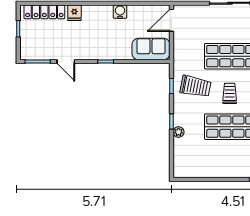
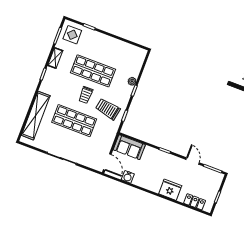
locker: (44, 12) -> (195, 202), width x0.66
water cooler: (120, 12) -> (128, 177), moved
fridge: (74, 13) -> (170, 190), width x1.88, depth x1.34
door: (171, 20) -> (107, 162), hinge flipped

